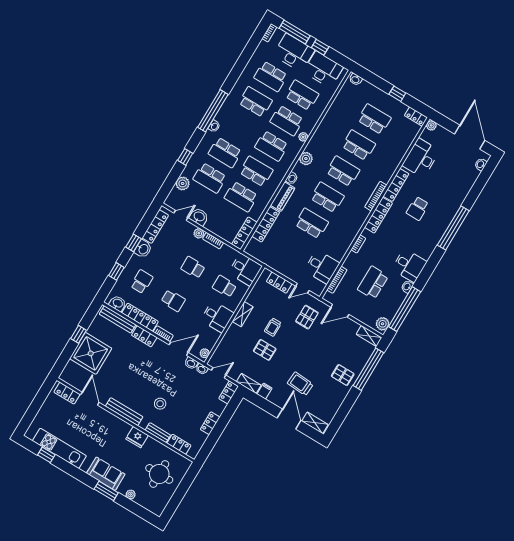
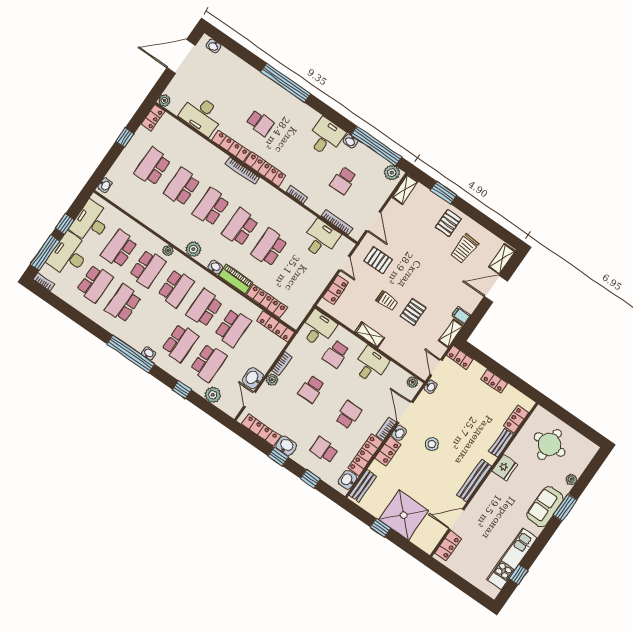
school desk: (373, 283) -> (343, 181), width x0.54
bench: (118, 319) -> (363, 486), width x0.73
washbasin: (191, 363) -> (399, 433), moved
window: (368, 369) -> (444, 193), width x0.47
trolley: (300, 384) -> (465, 249), moved
stool: (160, 404) -> (432, 444), moved

